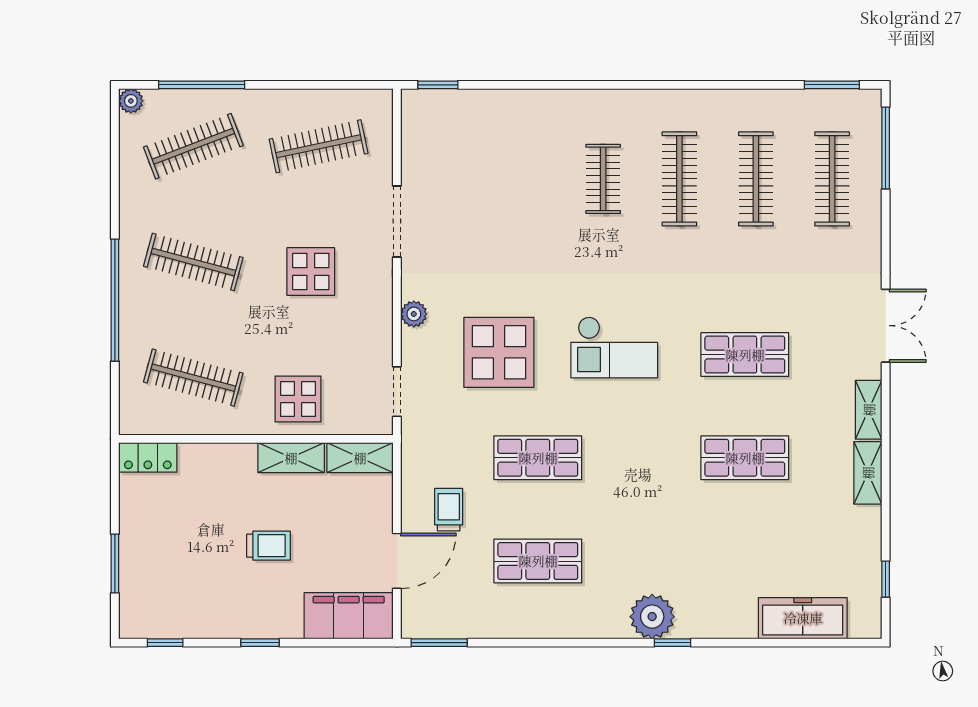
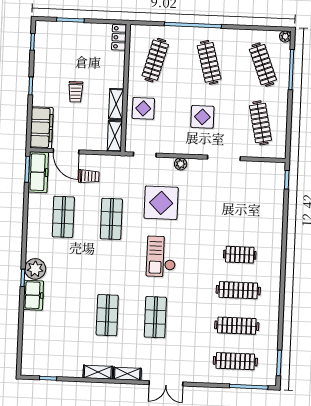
clothes rail: (193, 262) -> (209, 62), turned -30
freezer: (803, 618) -> (33, 295), moved, width x0.71
freezer: (444, 619) -> (38, 172), added

